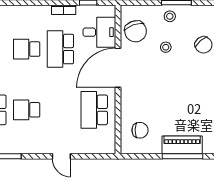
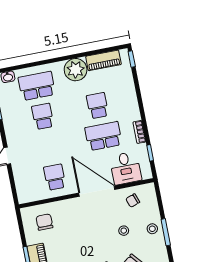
chair: (136, 31) -> (133, 201), width x0.54, depth x0.54
school desk: (94, 110) -> (55, 177), width x0.54
chair: (140, 130) -> (44, 222), turned 180

